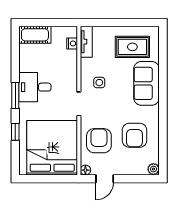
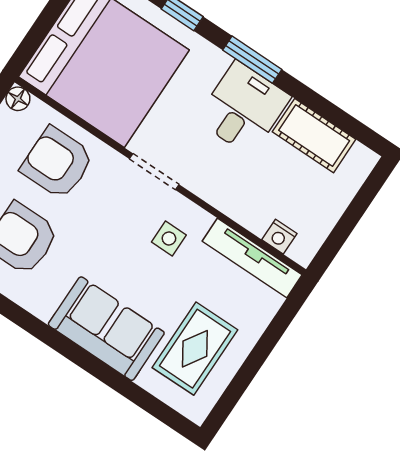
cot: (35, 35) -> (314, 136), moved, turned 90
tv unit: (86, 42) -> (252, 258), width x1.41
armchair: (99, 141) -> (57, 163), turned 180

